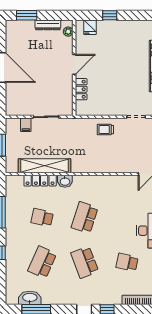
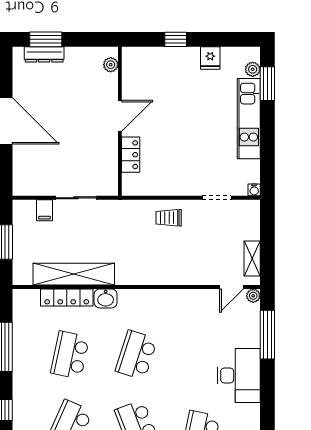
dresser: (48, 25) -> (44, 54), moved
fridge: (90, 27) -> (210, 58), moved
school desk: (42, 218) -> (70, 355), width x1.85

